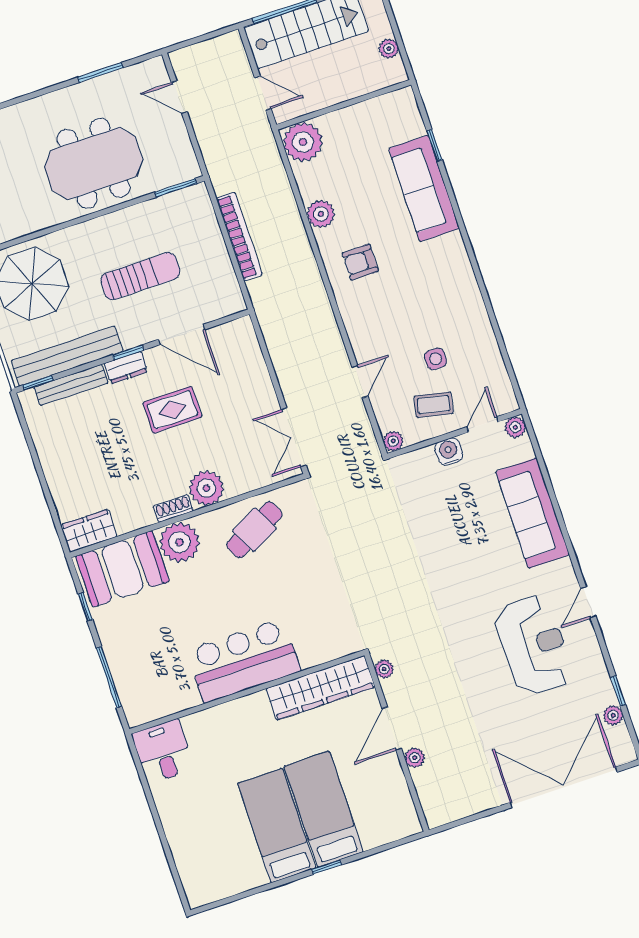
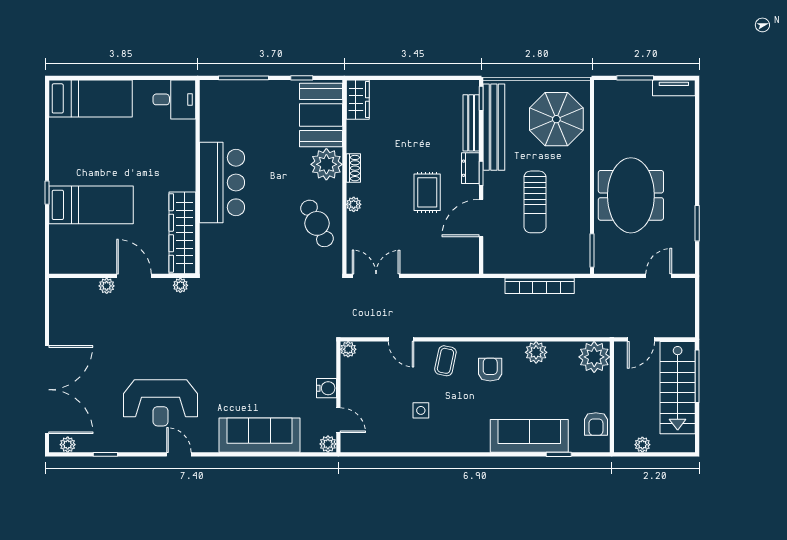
armchair: (383, 113) -> (596, 424), added
side table: (436, 359) -> (421, 410), moved
coffee table: (434, 405) -> (445, 361), moved
plant: (206, 488) -> (354, 204), width x0.53, depth x0.53
plant: (613, 715) -> (68, 445), moved
bed: (277, 826) -> (91, 98), moved

